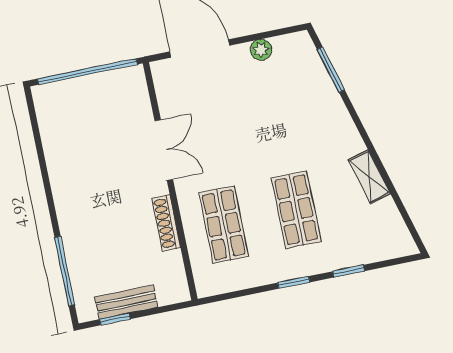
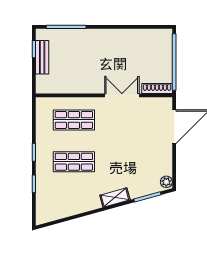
plant: (261, 50) -> (166, 182), moved
double door: (164, 150) -> (122, 95), swing flipped
shelving: (369, 177) -> (115, 197), moved
shoe rack: (166, 223) -> (157, 88), moved

